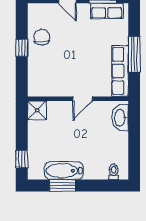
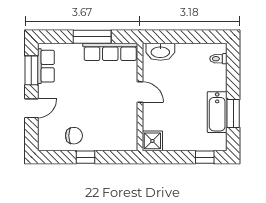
chair: (42, 37) -> (74, 136), turned 180

